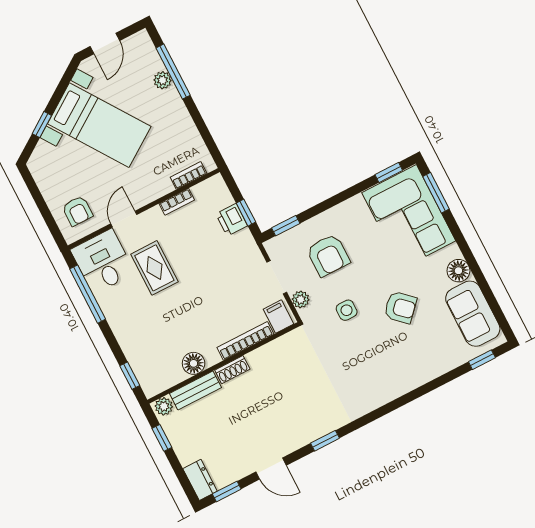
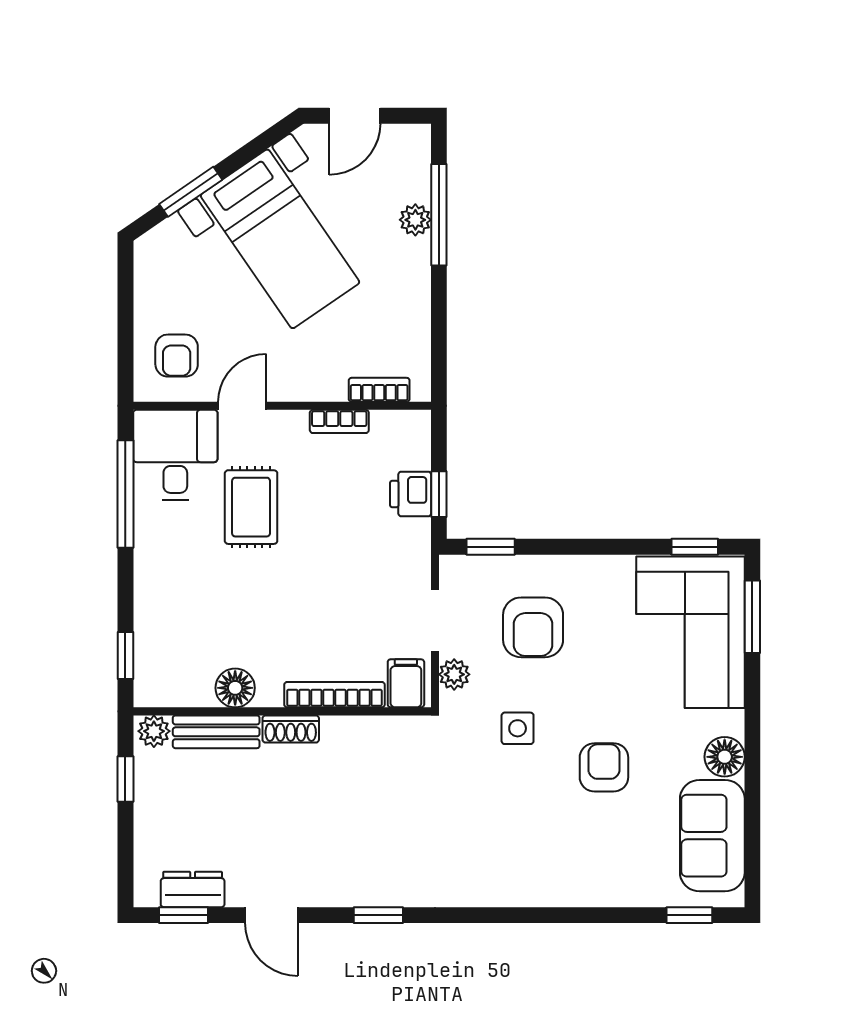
window: (42, 125) -> (191, 192), width x1.50
armchair: (400, 307) -> (604, 767), turned -133
dresser: (200, 480) -> (193, 889), moved, turned -90

